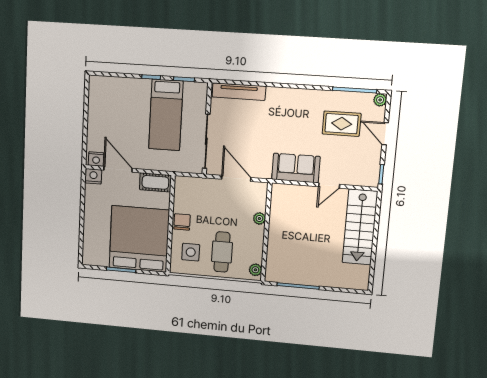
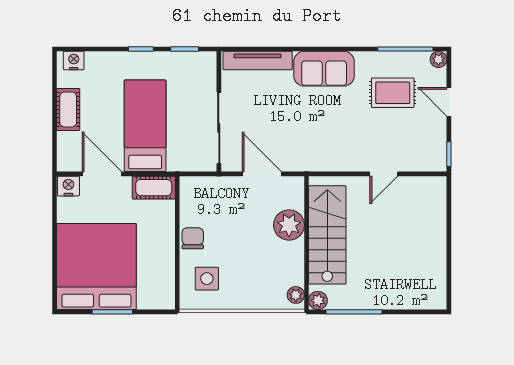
bed: (166, 115) -> (145, 126), moved, turned 180
cot: (95, 119) -> (68, 109), added
nightstand: (96, 159) -> (74, 61), moved, turned 180
sofa: (296, 168) -> (324, 69), moved, turned 180
plant: (259, 219) -> (289, 225), width x1.87, depth x1.87
stairs: (360, 227) -> (327, 235), moved, turned 180
bed: (139, 239) -> (96, 267), moved
cafe table: (222, 252) -> (249, 275), removed
plant: (272, 275) -> (318, 300), added

